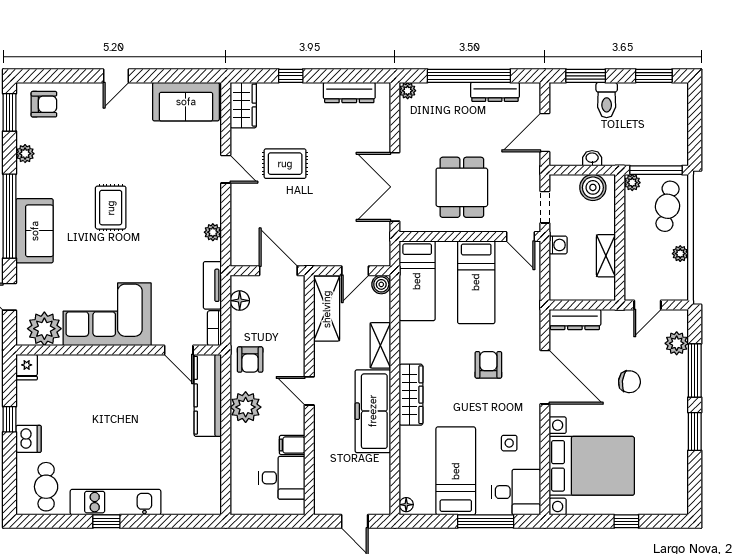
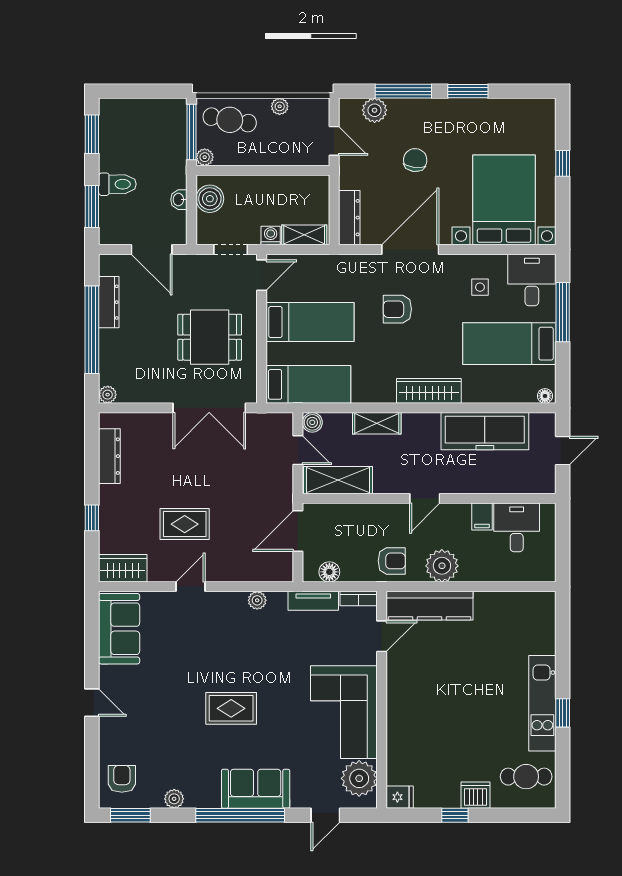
rug: (285, 164) -> (185, 524), turned 90
shelving: (606, 256) -> (304, 235), moved
freezer: (373, 411) -> (485, 431), moved

